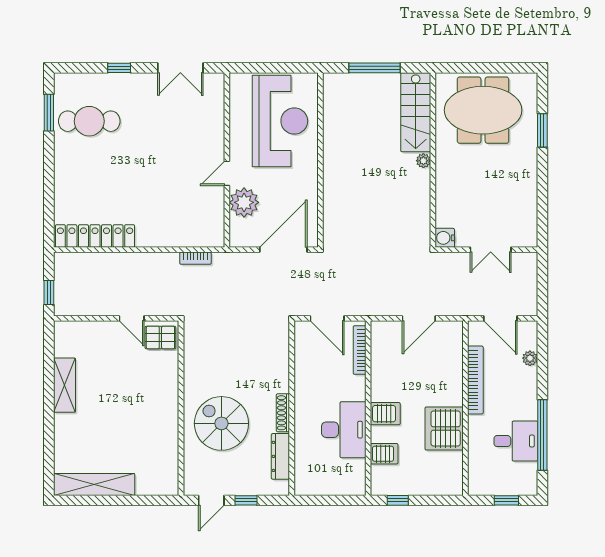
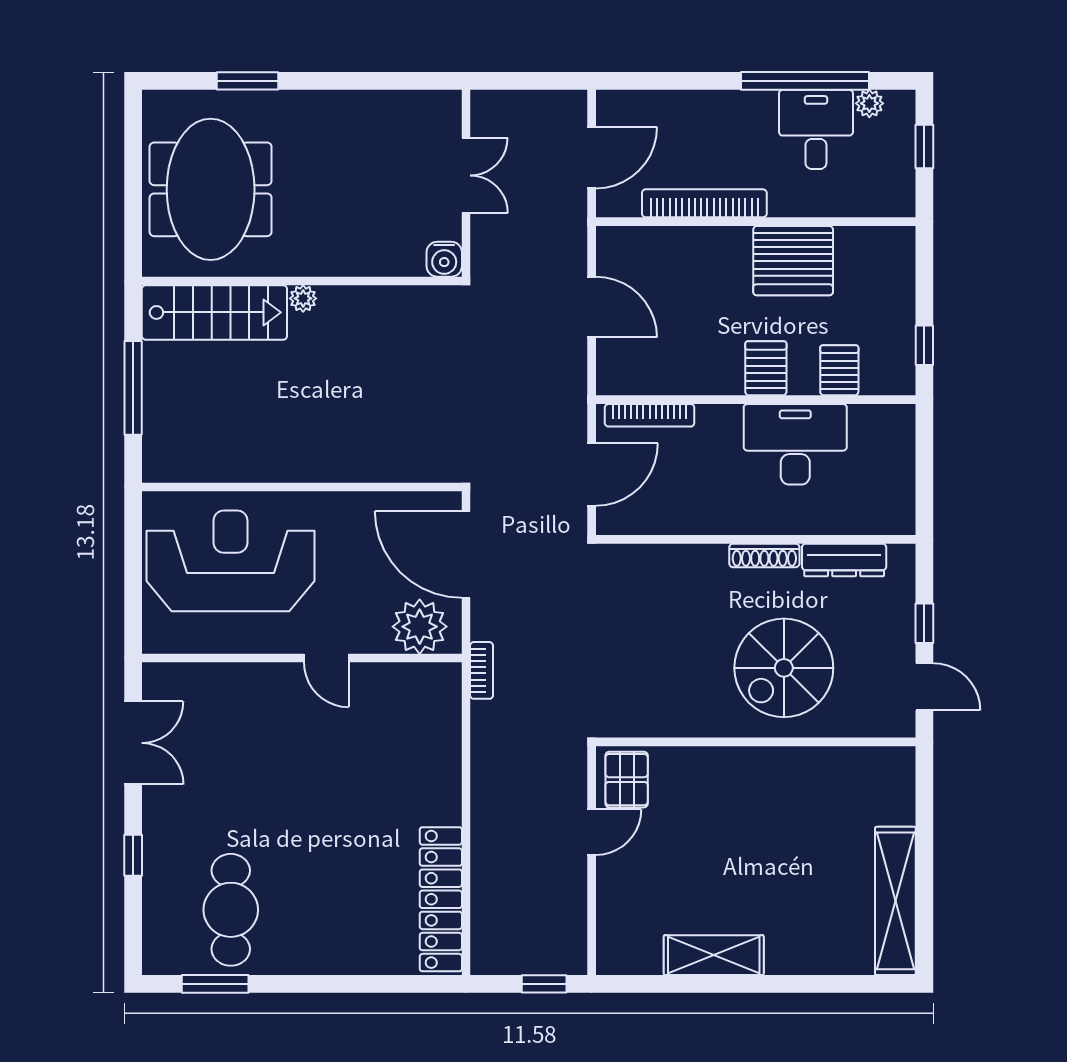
plant: (244, 202) -> (420, 627), moved
bookcase: (196, 258) -> (482, 670), moved
plant: (530, 358) -> (869, 103), moved

